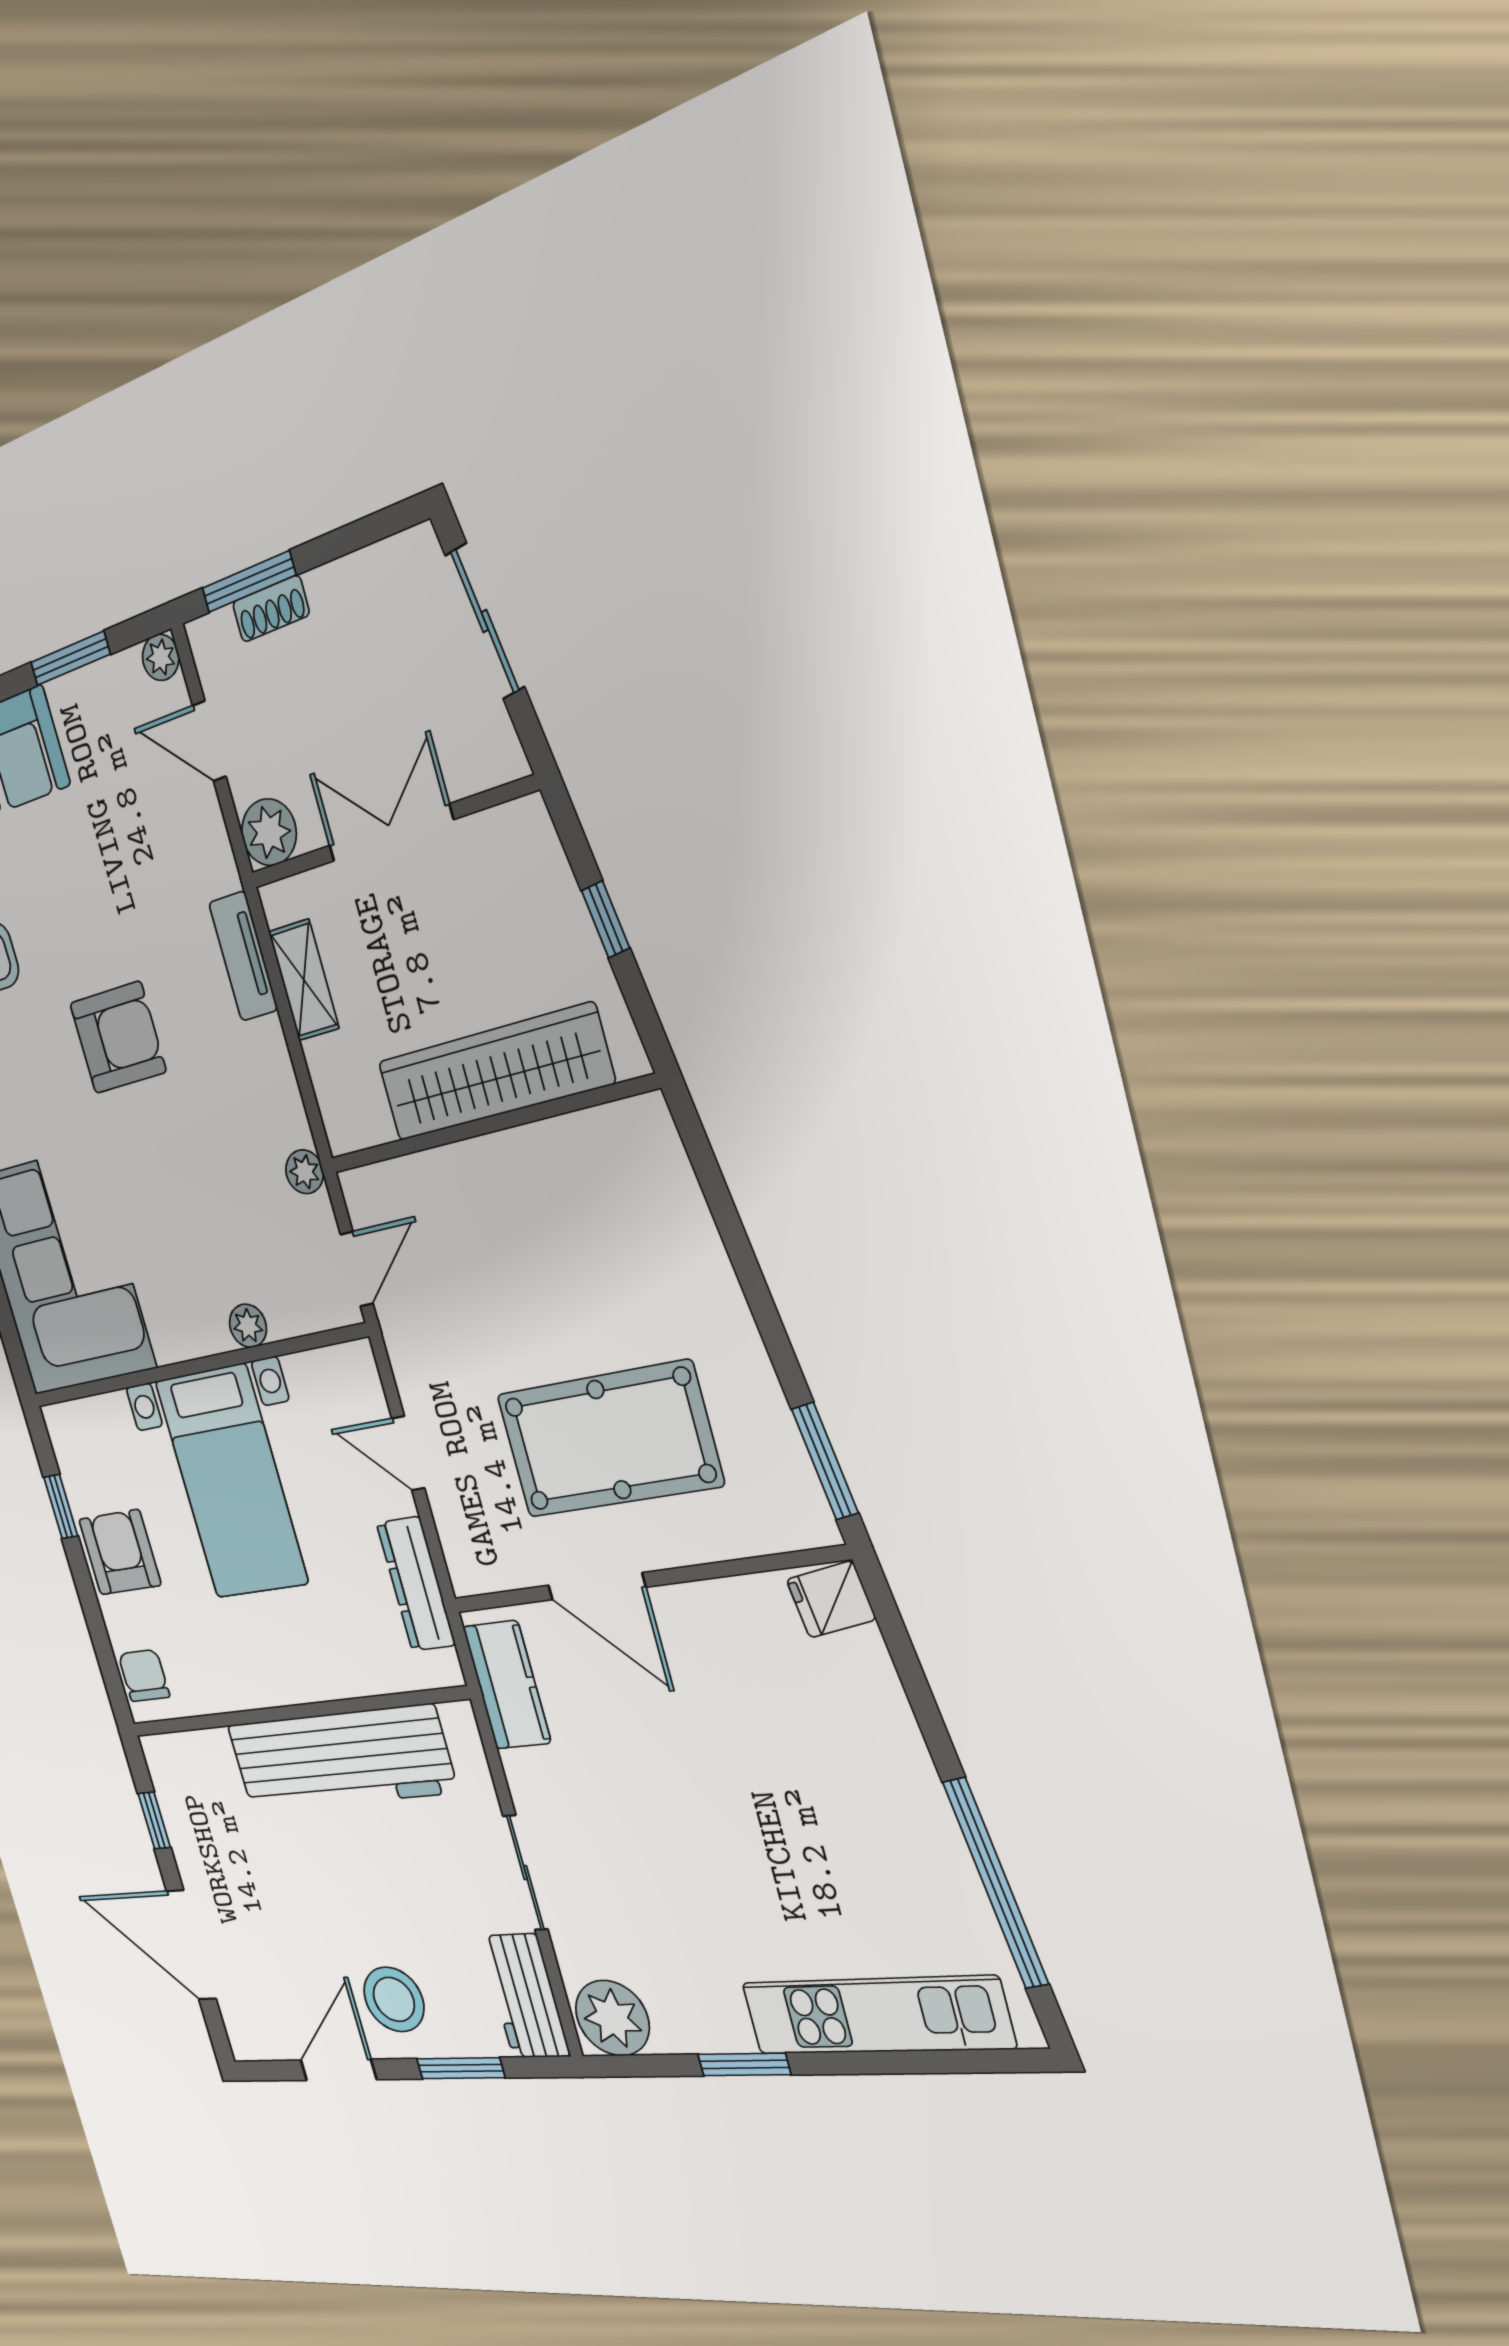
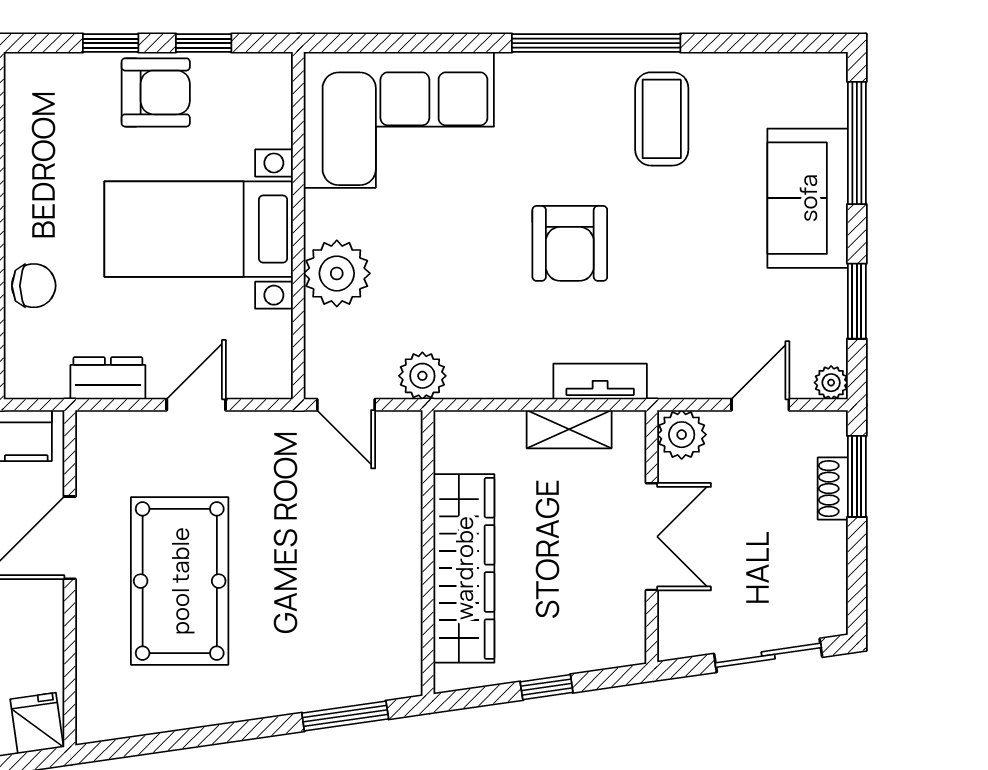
plant: (305, 1172) -> (422, 376), width x1.38, depth x1.38
plant: (248, 1326) -> (337, 273), width x1.88, depth x1.88
window: (825, 1461) -> (345, 716), moved
dresser: (416, 1584) -> (108, 378), width x0.70
window: (91, 1609) -> (111, 43), added
chair: (144, 1675) -> (34, 286), moved

